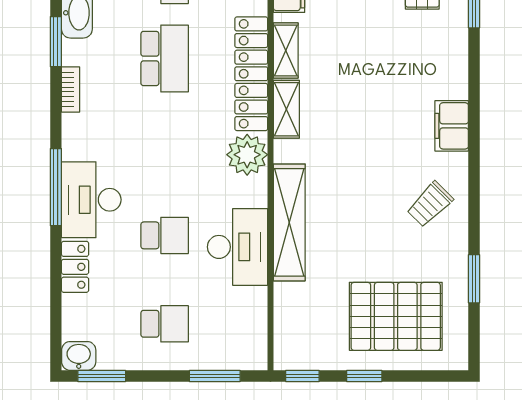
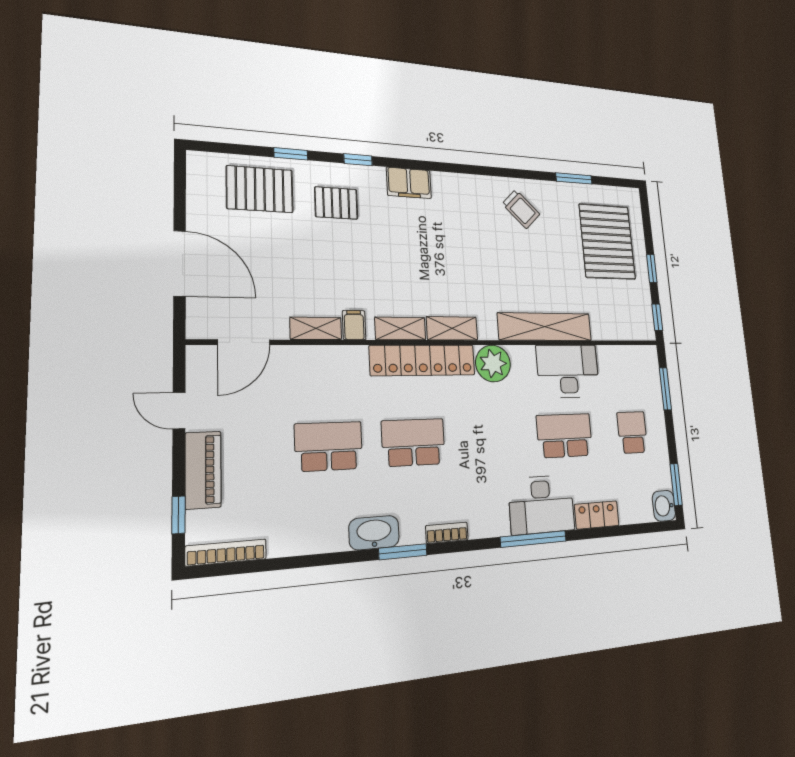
filing cabinet: (452, 126) -> (409, 183), moved
school desk: (165, 235) -> (565, 436), width x1.85

